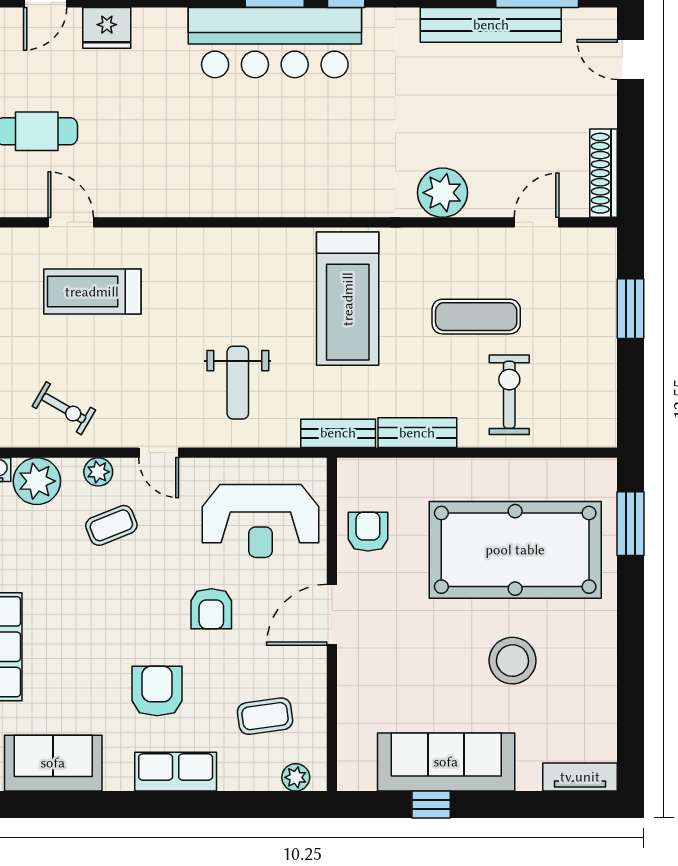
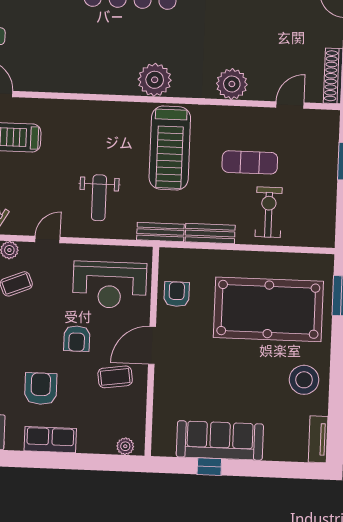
plant: (319, 191) -> (155, 80), added
door: (159, 453) -> (48, 240), swing flipped
stool: (512, 661) -> (304, 380), moved
coffee table: (265, 716) -> (115, 377), moved
tv unit: (580, 777) -> (318, 439), moved, turned -90

